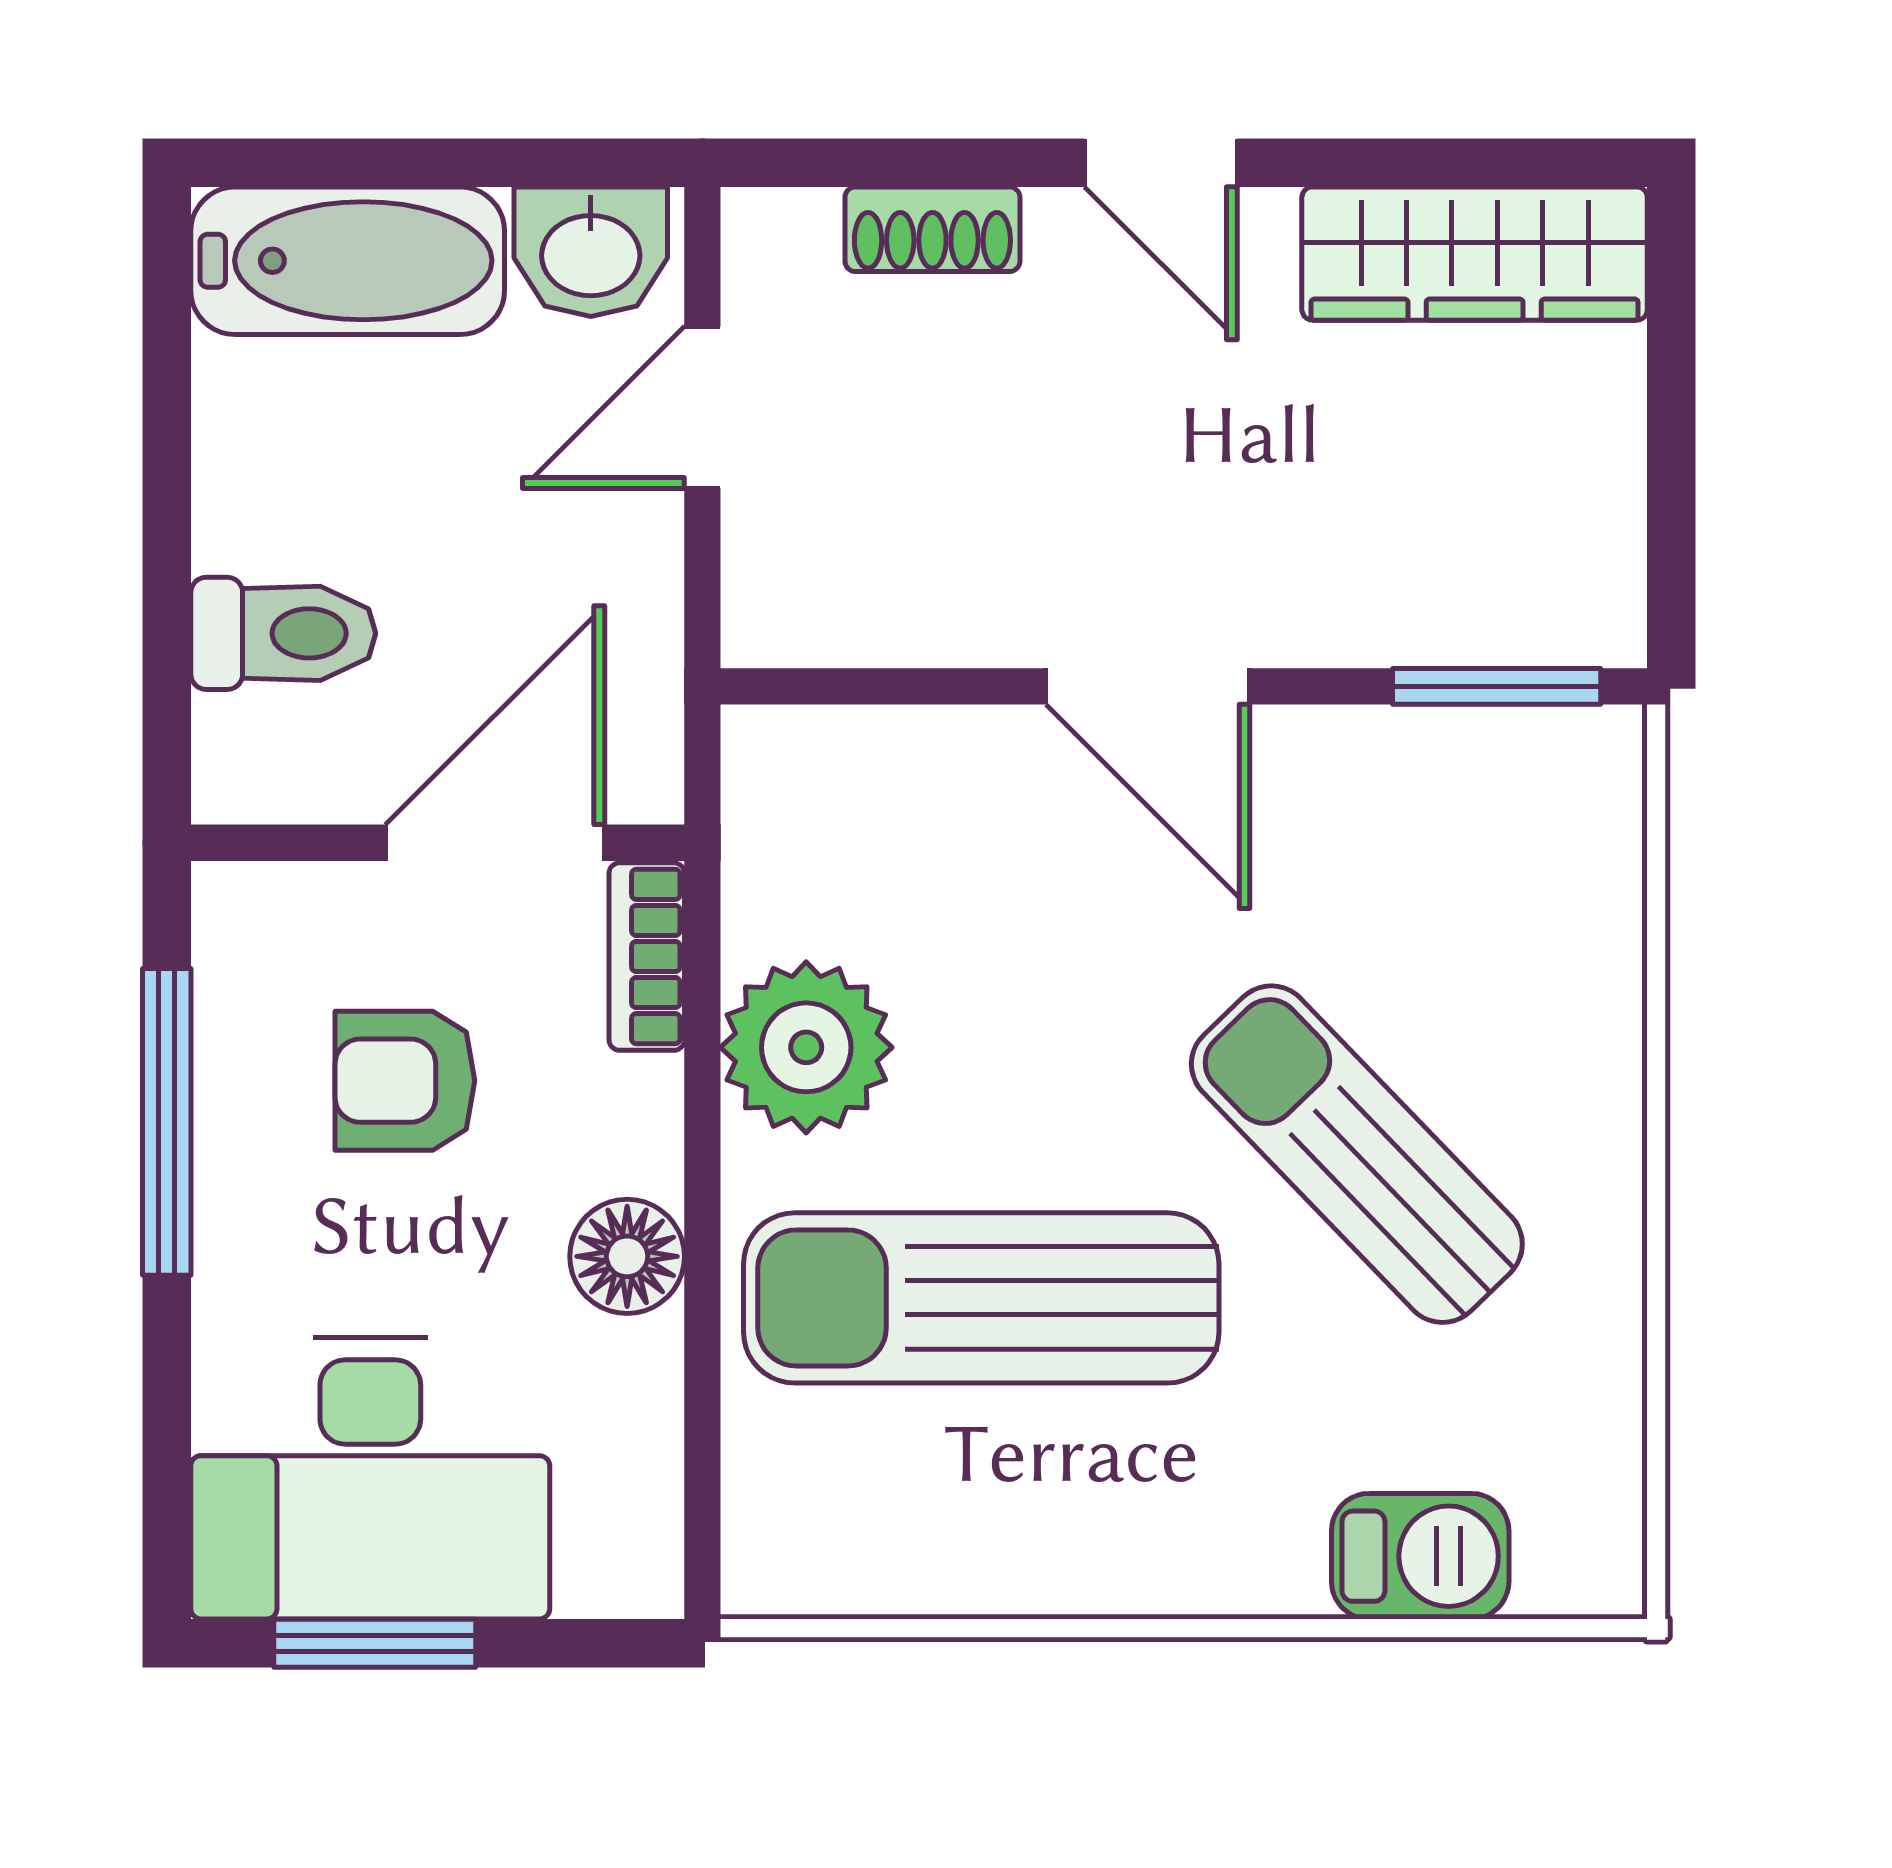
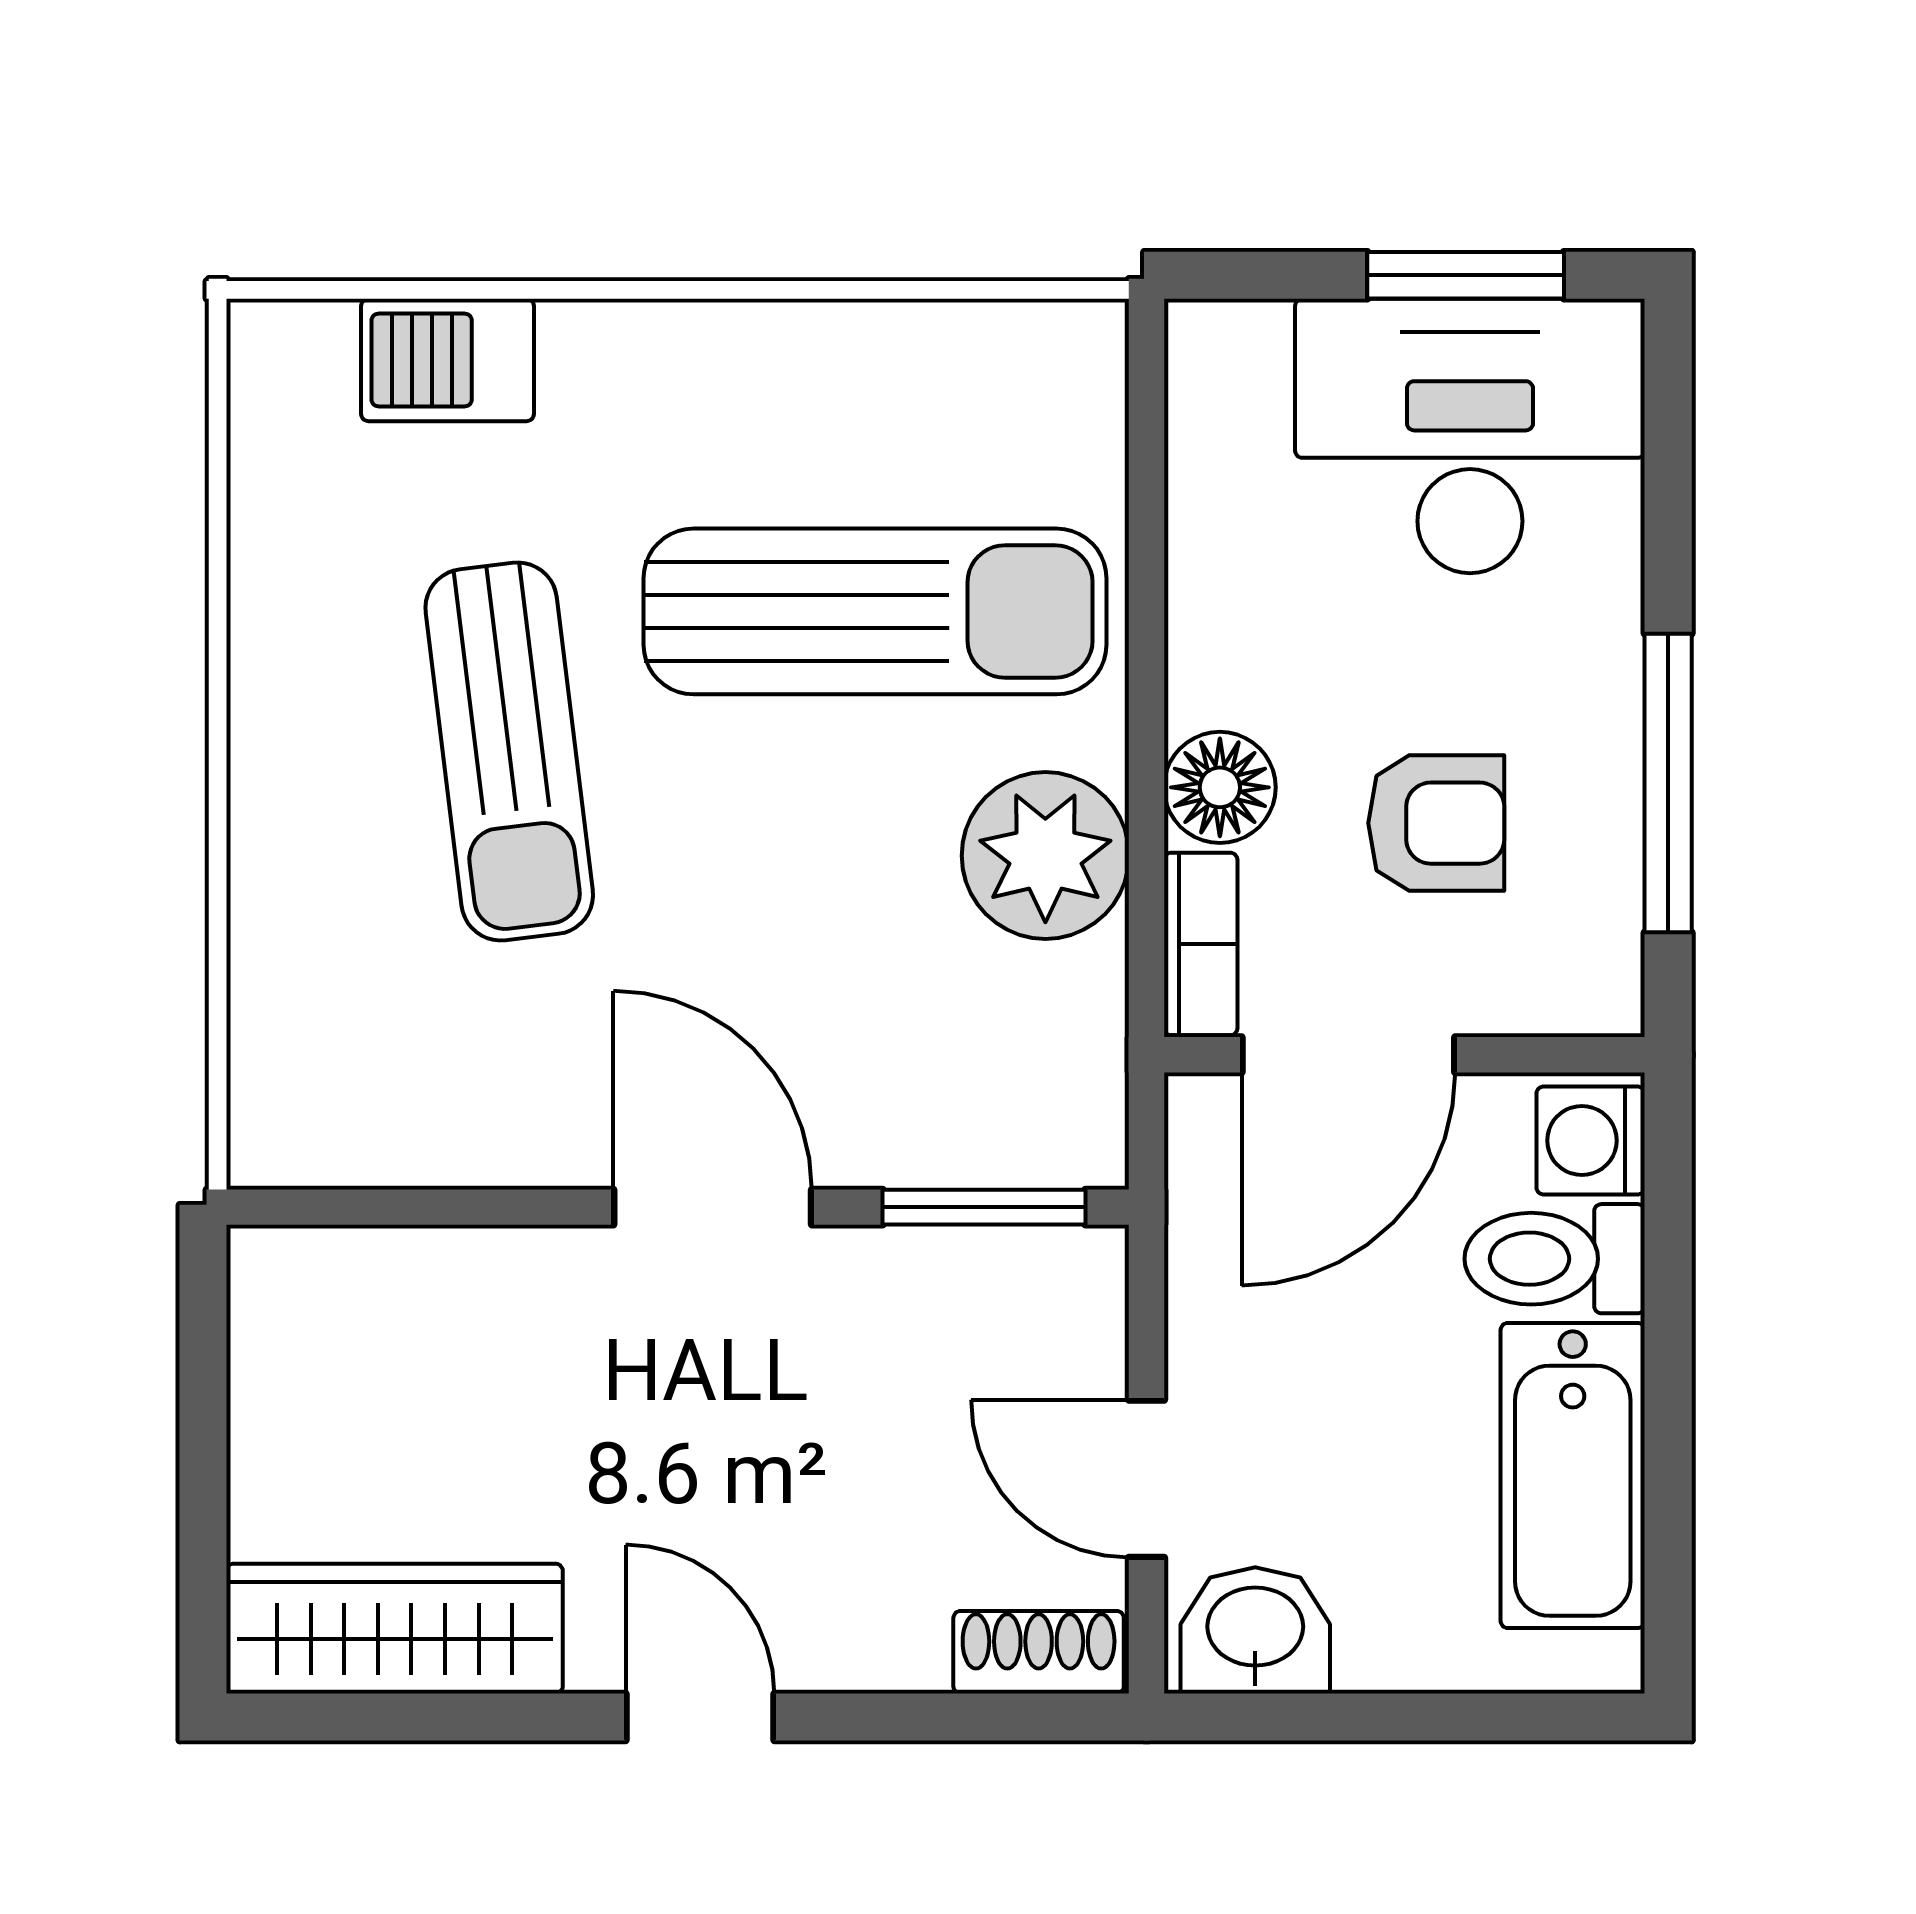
shoe rack: (932, 229) -> (1039, 1652), moved
bathtub: (348, 261) -> (1573, 1475), moved, turned -90
door: (702, 407) -> (1147, 1479), swing flipped
window: (1497, 686) -> (984, 1207), moved
washing machine: (246, 755) -> (1591, 1141), added
sun lounger: (1357, 1154) -> (509, 752), turned 37
floor lamp: (627, 1256) -> (1220, 787), moved

